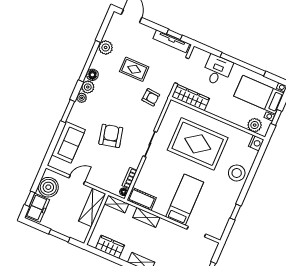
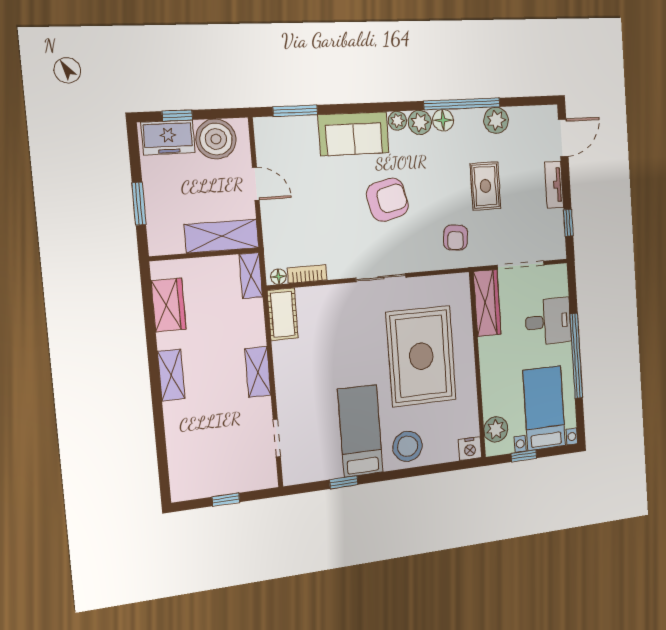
tv unit: (171, 41) -> (554, 185), moved, width x0.71
window: (68, 111) -> (295, 111), moved
armchair: (111, 136) -> (387, 200), moved
sofa: (68, 142) -> (354, 134), moved
bed: (185, 200) -> (360, 431), moved, turned -90
shelving: (146, 217) -> (258, 372), moved

